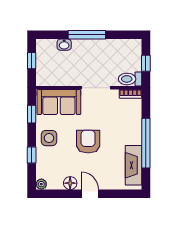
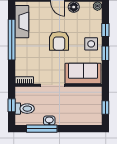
window: (87, 35) -> (42, 129), moved
washbasin: (64, 45) -> (49, 121), moved
toilet: (130, 79) -> (25, 109), moved
window: (32, 114) -> (105, 53), moved

